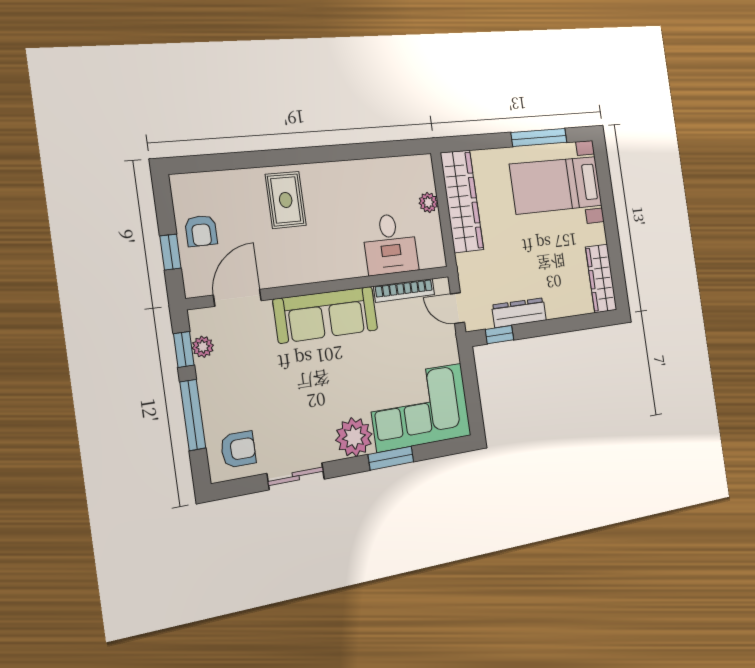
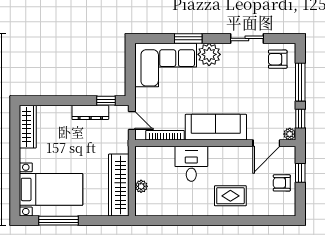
rug: (286, 200) -> (230, 196), turned 90
armchair: (201, 231) -> (282, 183), turned -90
desk: (390, 244) -> (191, 164), moved
plant: (203, 347) -> (290, 134), moved

